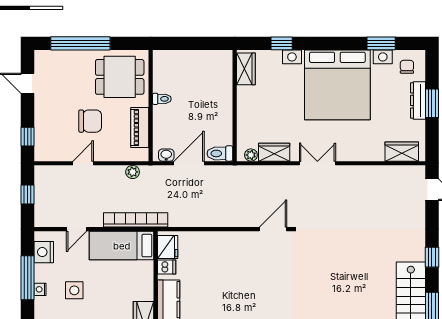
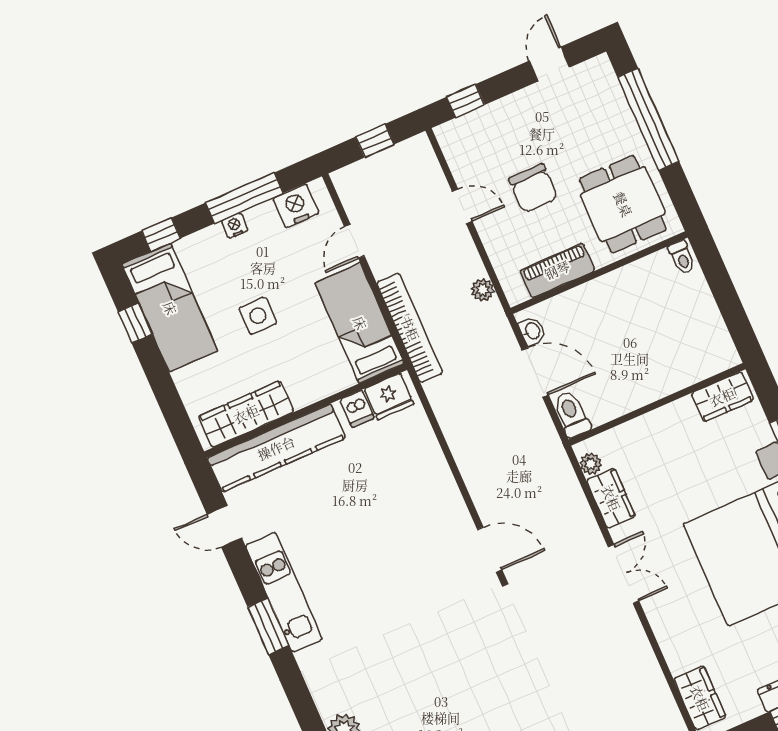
toilet: (162, 99) -> (682, 257), moved
door: (77, 229) -> (354, 241), hinge flipped
side table: (74, 290) -> (258, 316), moved

